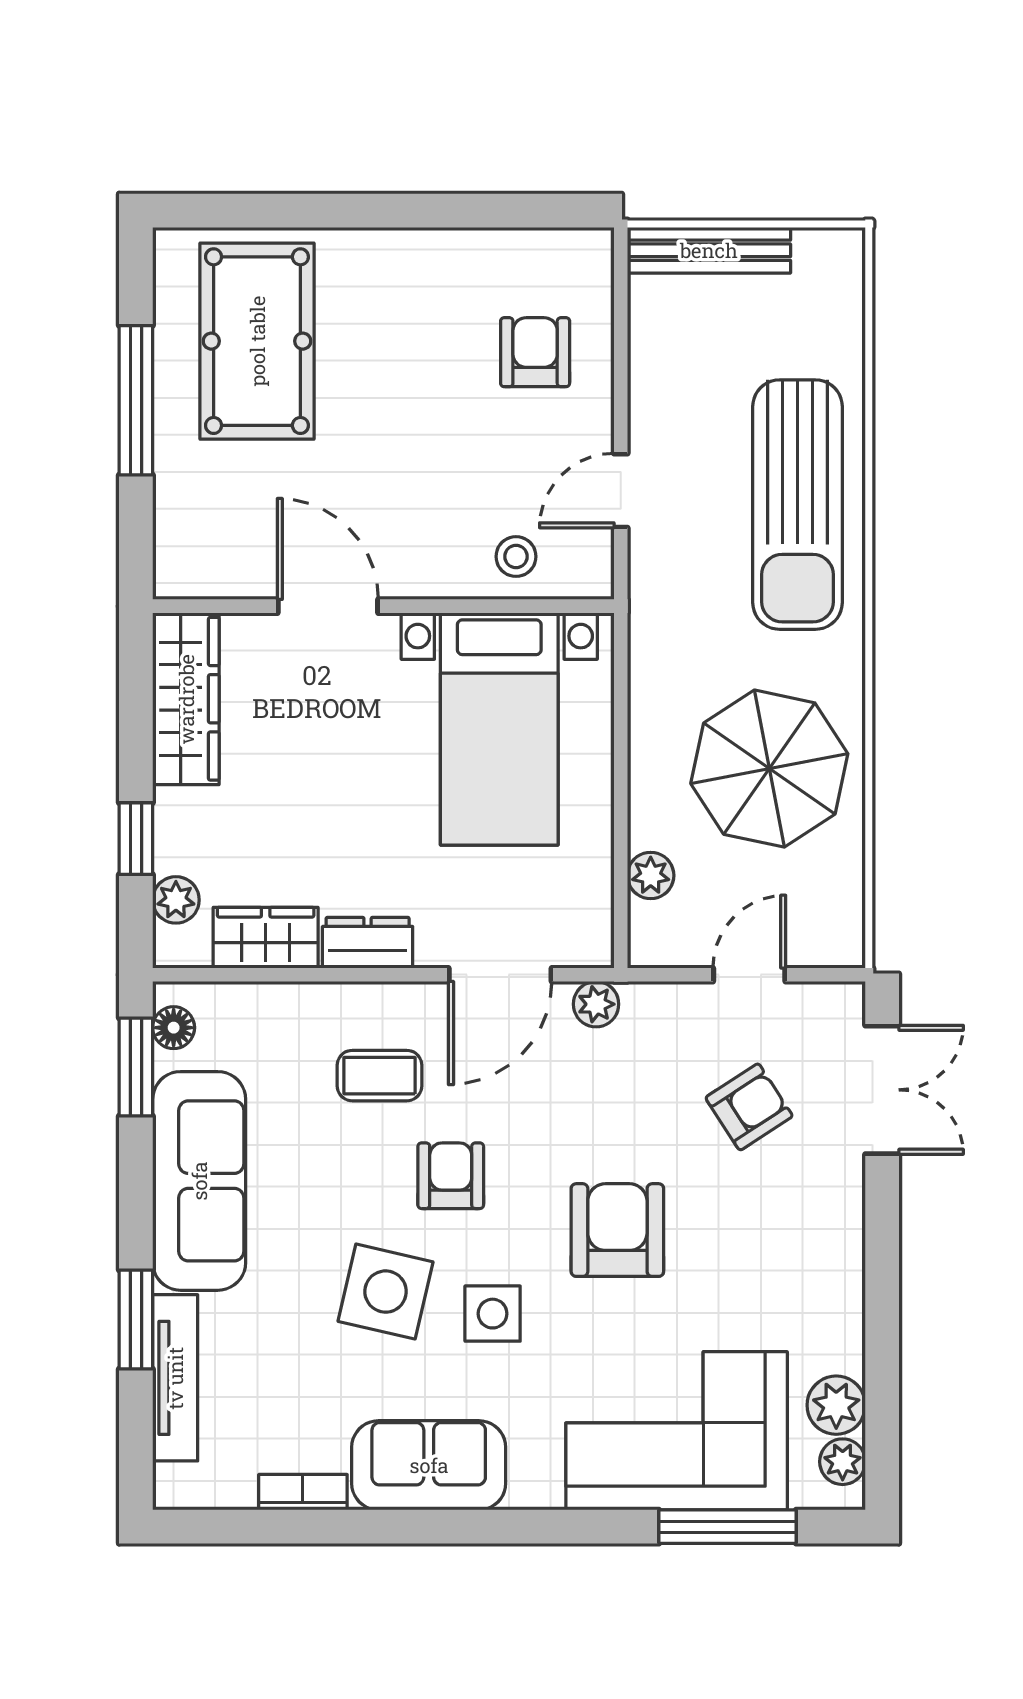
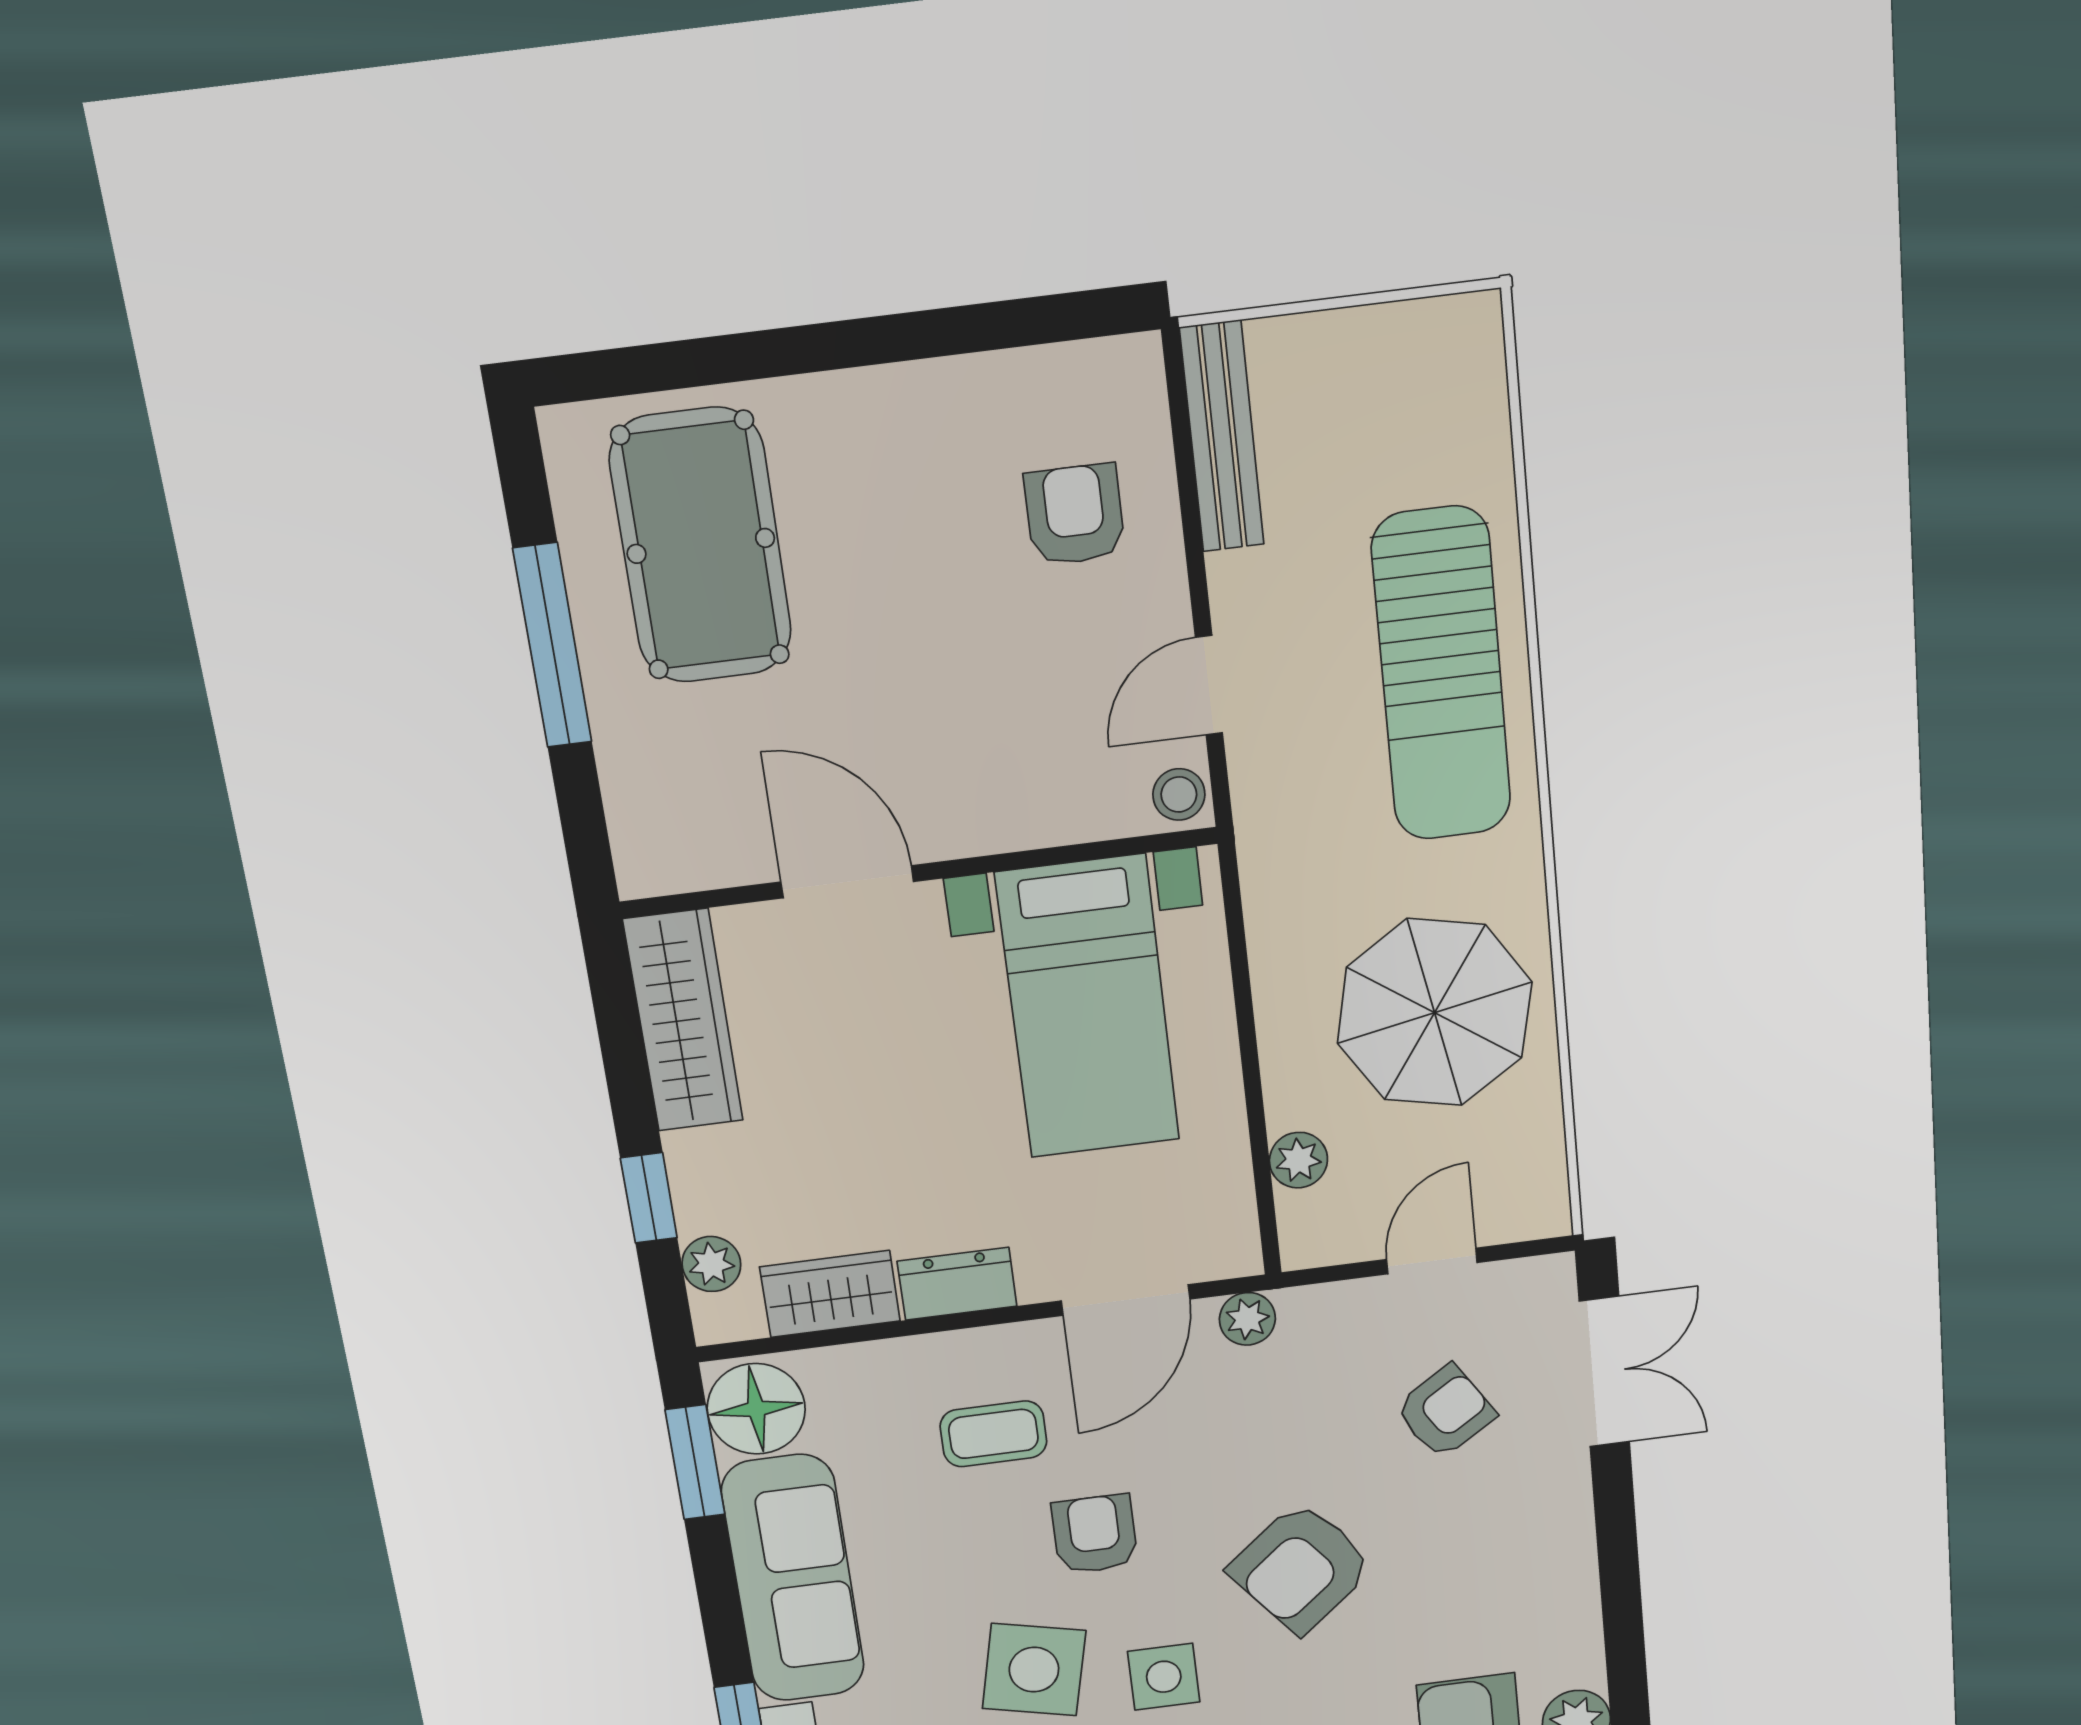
bench: (709, 250) -> (1222, 437), moved, turned 90
stool: (516, 557) -> (1179, 794), moved
floor lamp: (174, 1028) -> (756, 1409), width x1.89, depth x1.89
armchair: (617, 1230) -> (1301, 1568), turned -129

